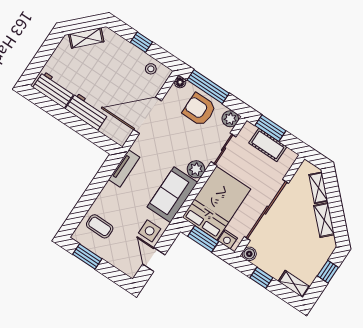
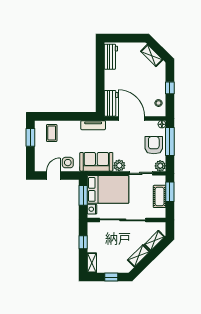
workbench: (87, 111) -> (111, 103), moved
boiler: (249, 254) -> (92, 227), removed

